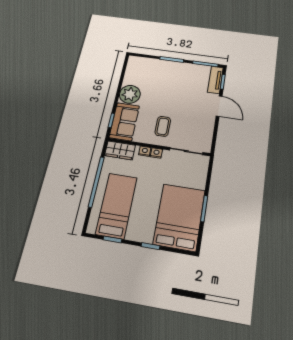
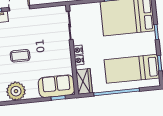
plant: (130, 94) -> (16, 91), moved
coffee table: (163, 126) -> (20, 56), moved

